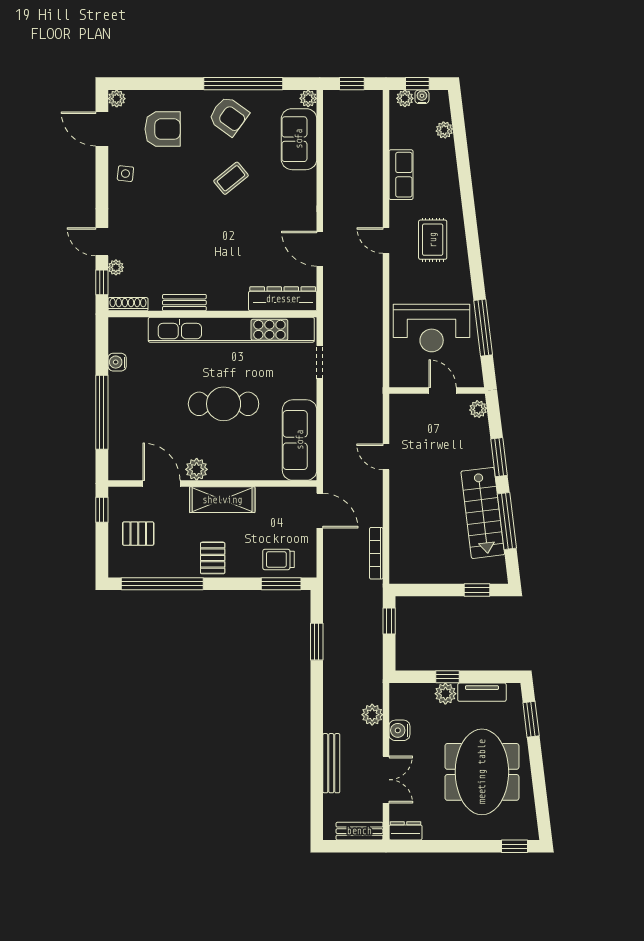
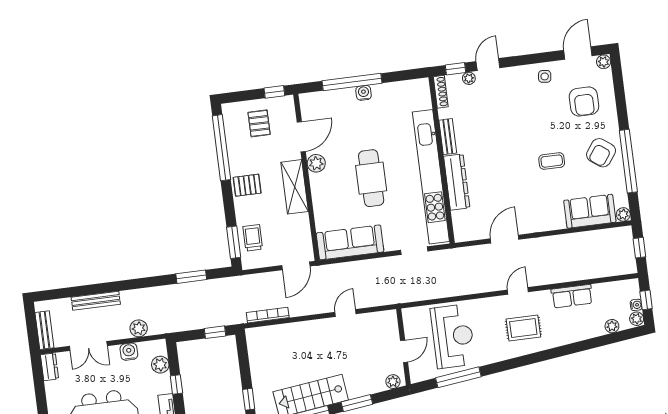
plant: (405, 98) -> (637, 319), moved
coffee table: (231, 178) -> (552, 161), turned -51
dresser: (283, 299) -> (457, 182), moved
reception desk: (432, 328) -> (453, 336), turned 180
water cooler: (117, 362) -> (364, 93), moved
plant: (445, 694) -> (160, 365), moved

